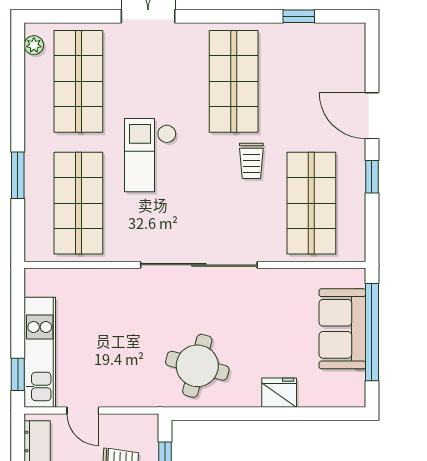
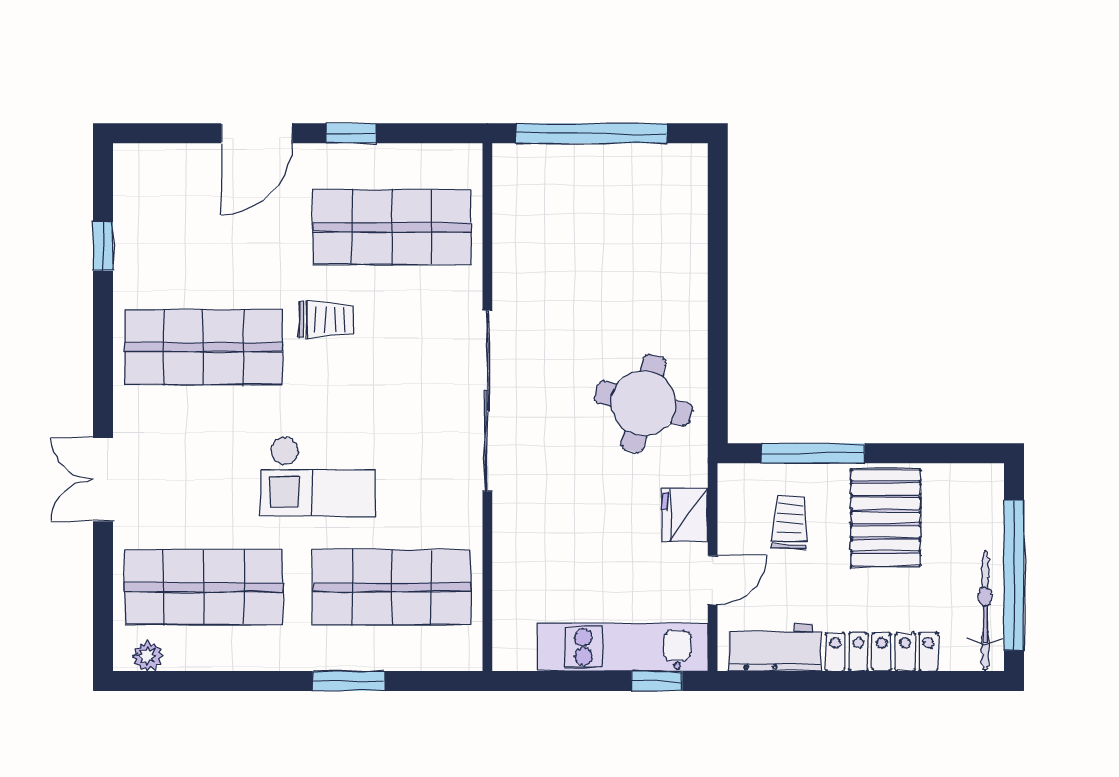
sofa: (342, 329) -> (586, 179), removed
fridge: (279, 393) -> (685, 515), moved

